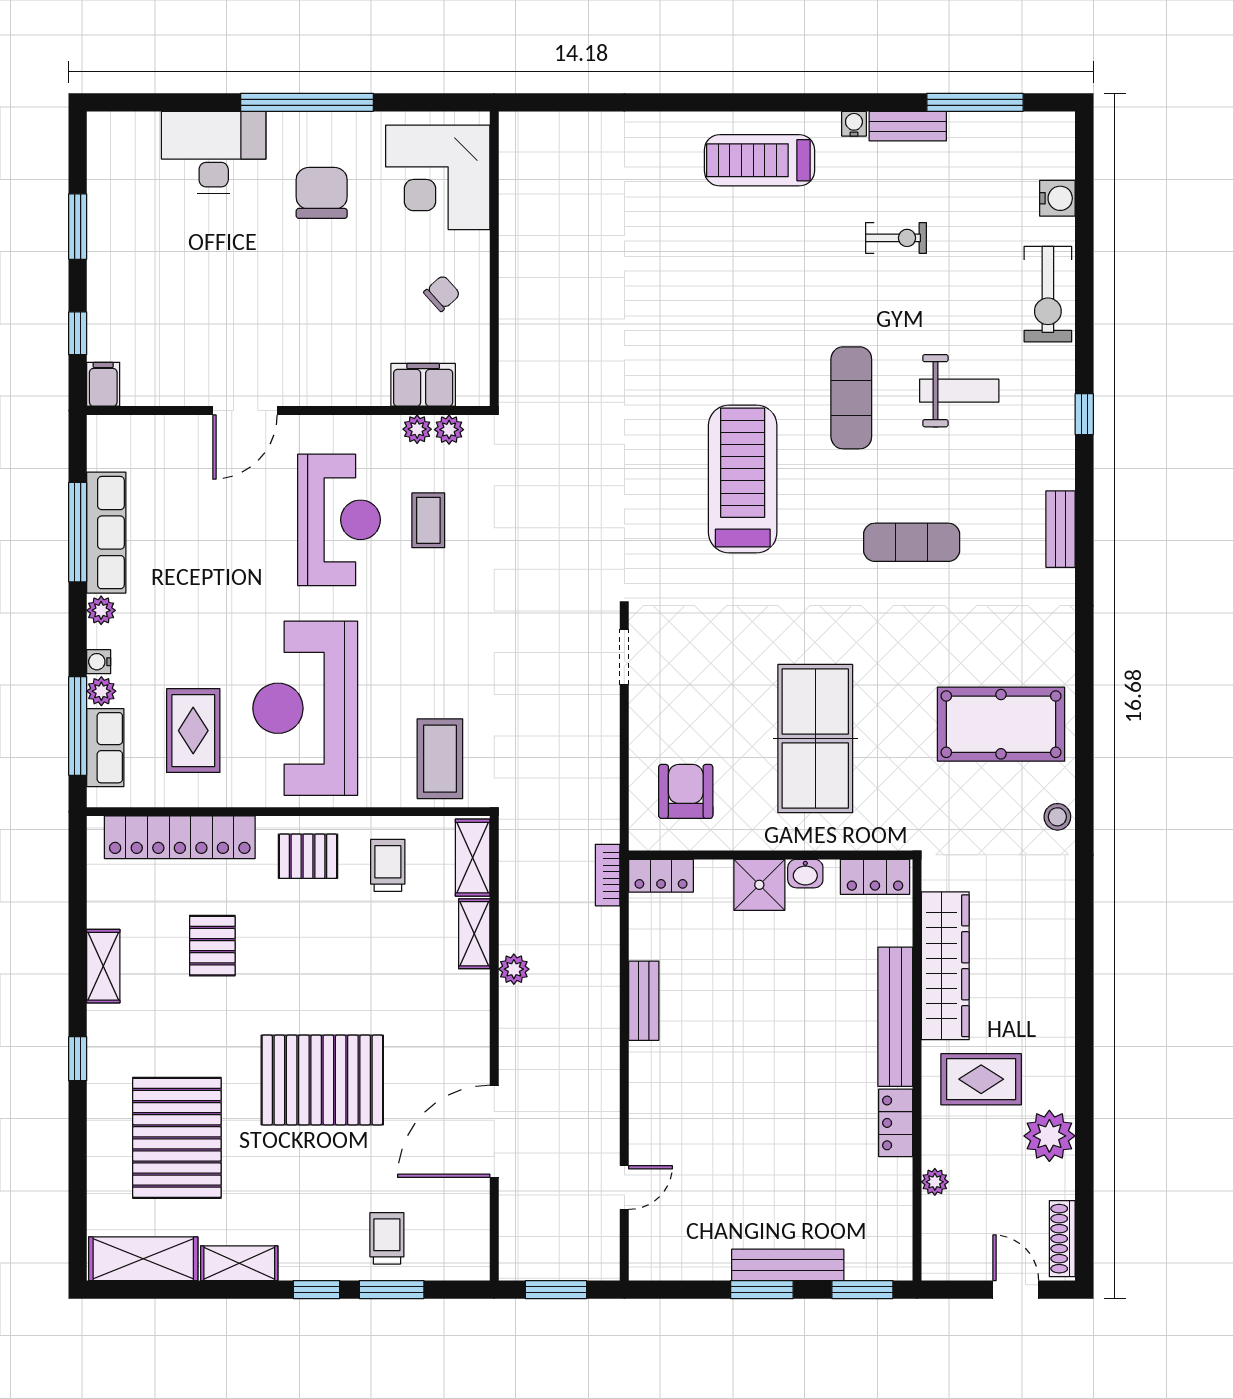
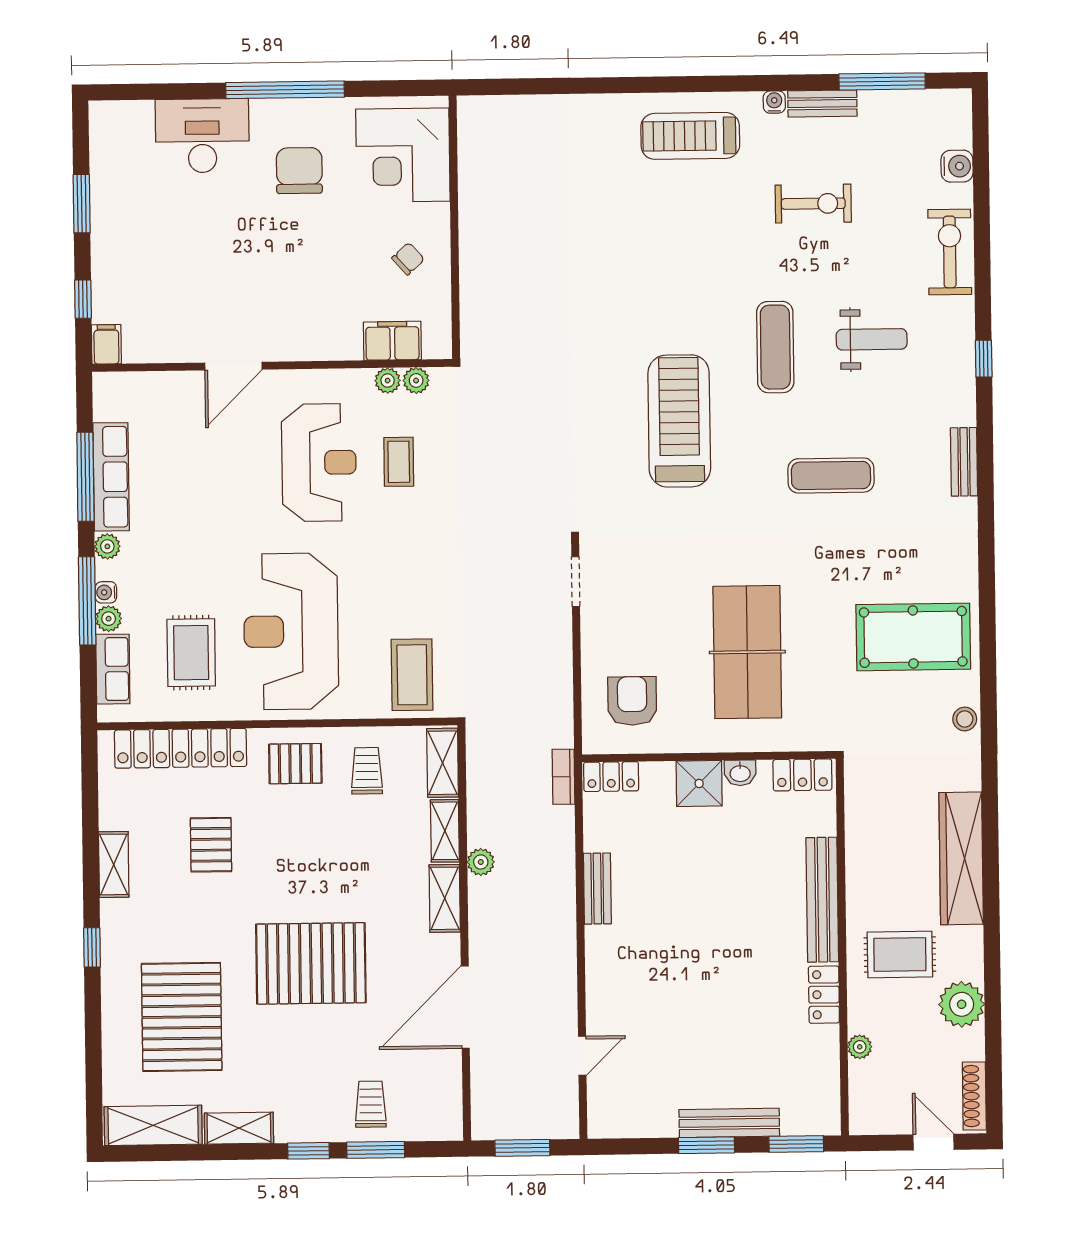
exercise bike: (896, 238) -> (813, 204), width x1.38, depth x1.39
exercise bike: (1048, 294) -> (950, 252), turned 180
window: (78, 726) -> (87, 601), moved
wardrobe: (945, 966) -> (961, 858), moved, turned 180
shelving: (473, 1009) -> (445, 898), added

